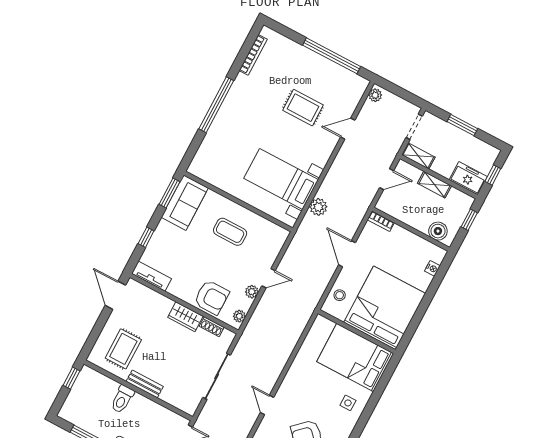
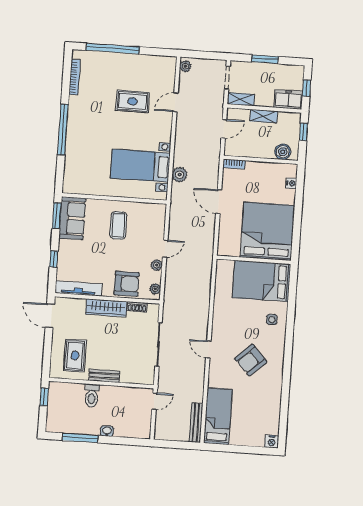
window: (332, 56) -> (113, 49), moved
coffee table: (230, 232) -> (118, 225), turned 90
tv unit: (151, 276) -> (78, 288), width x1.41
stool: (340, 295) -> (227, 237), removed
wardrobe: (185, 317) -> (106, 308), width x1.50

